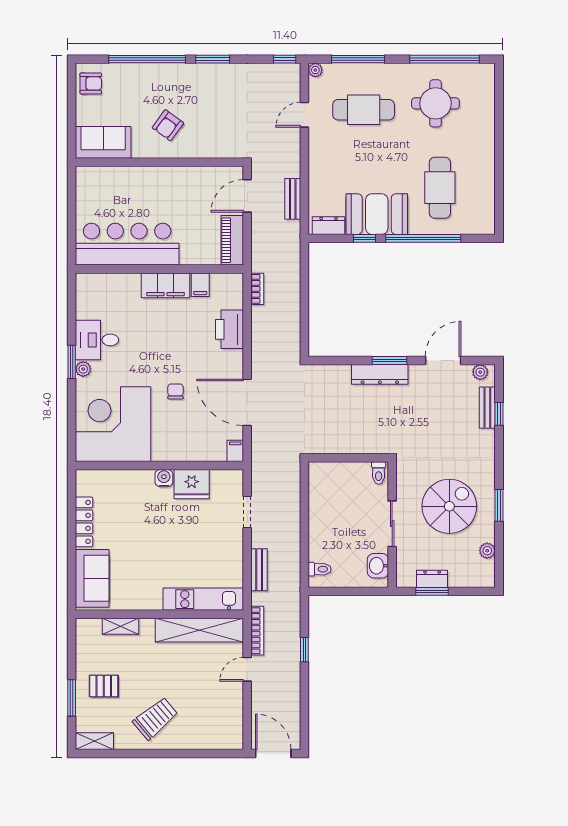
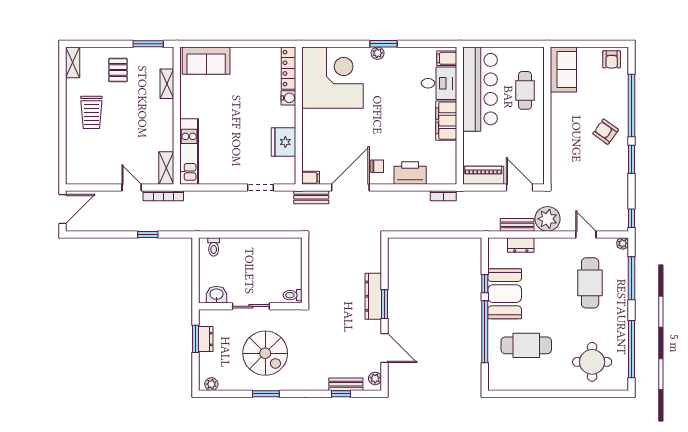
round table: (435, 103) -> (592, 362), moved
armchair: (168, 125) -> (606, 132), moved
plant: (285, 162) -> (547, 219), added
cafe table: (129, 189) -> (525, 90), added
dresser: (329, 226) -> (521, 245), moved, turned 90
filing cabinet: (200, 285) -> (447, 58), moved
desk: (97, 340) -> (439, 83), moved, turned 90
chair: (175, 391) -> (377, 166), moved
water cooler: (164, 478) -> (288, 98), moved
locker: (84, 522) -> (288, 68), moved, turned 90
plant: (487, 551) -> (211, 384), moved
bench: (259, 570) -> (311, 197), moved
shelving: (199, 630) -> (166, 168), width x0.45, depth x0.75
window: (72, 698) -> (148, 44), moved
trolley: (155, 718) -> (91, 112), turned 40

